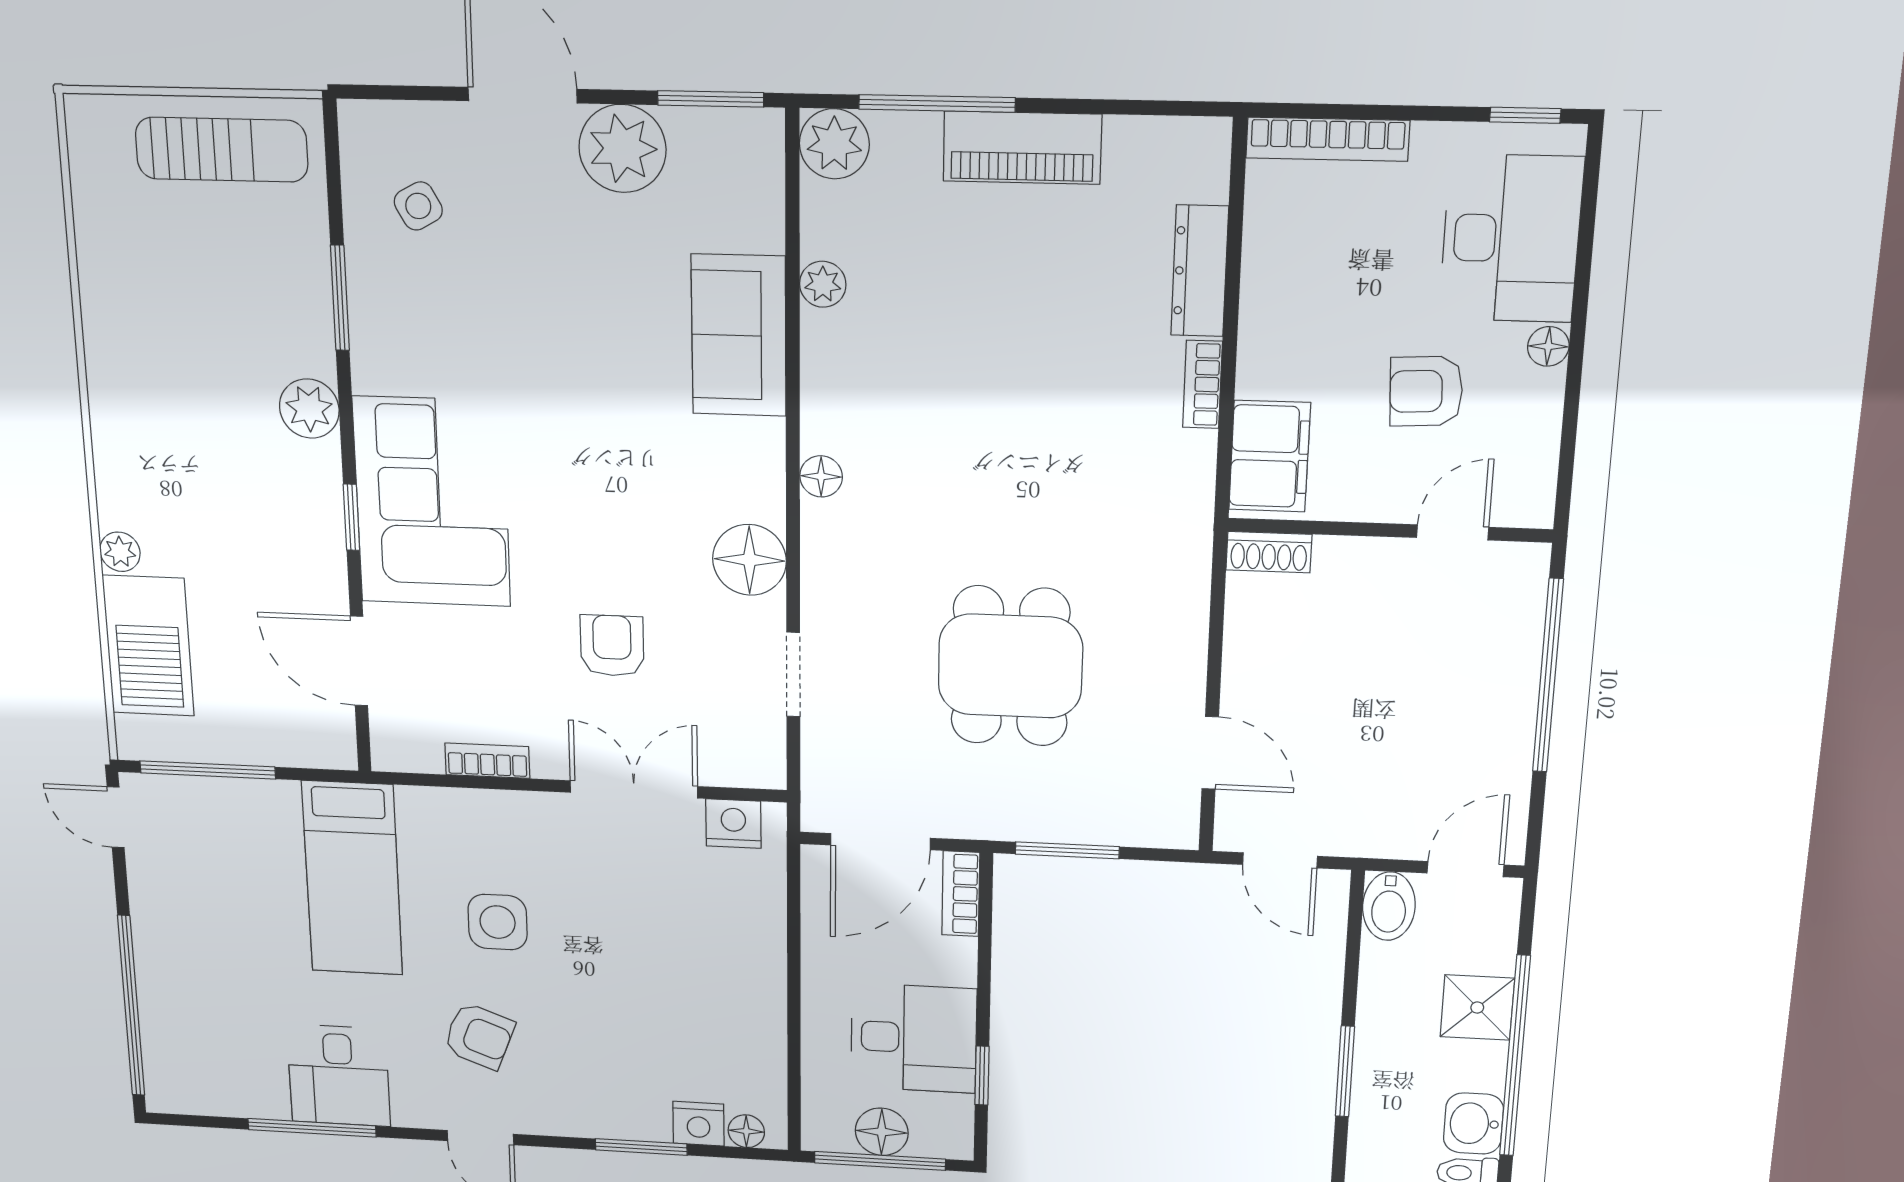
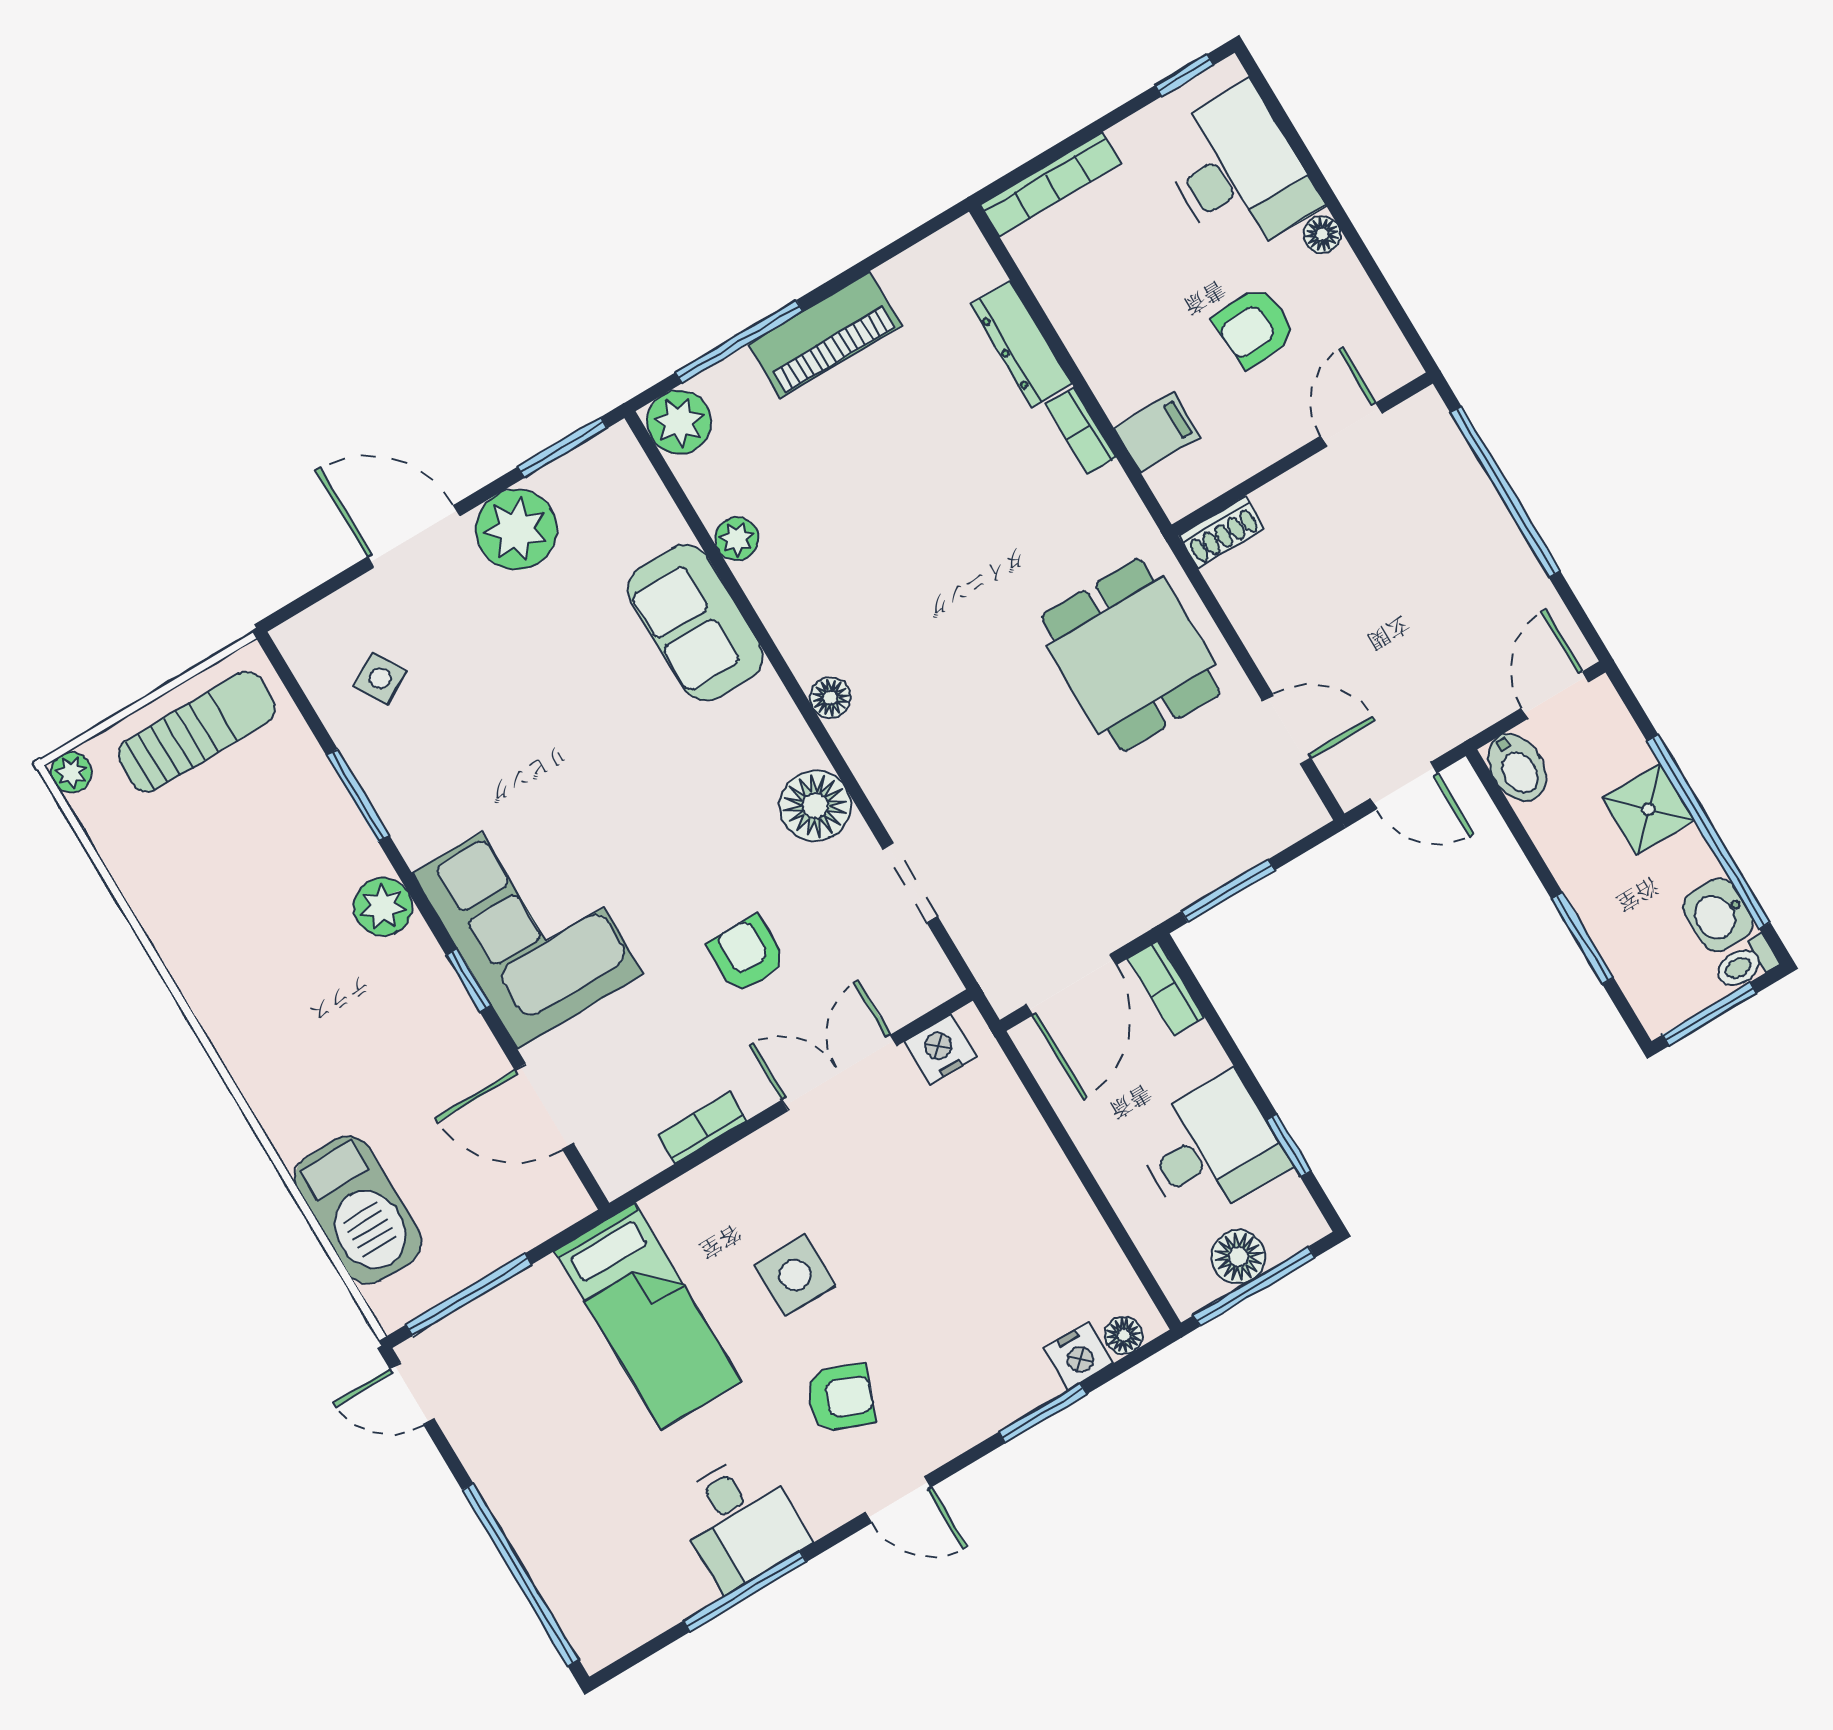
filing cabinet: (1270, 456) -> (1157, 432), width x0.50
plant: (120, 552) -> (71, 772), moved
dining table: (1010, 666) -> (1131, 655), moved

